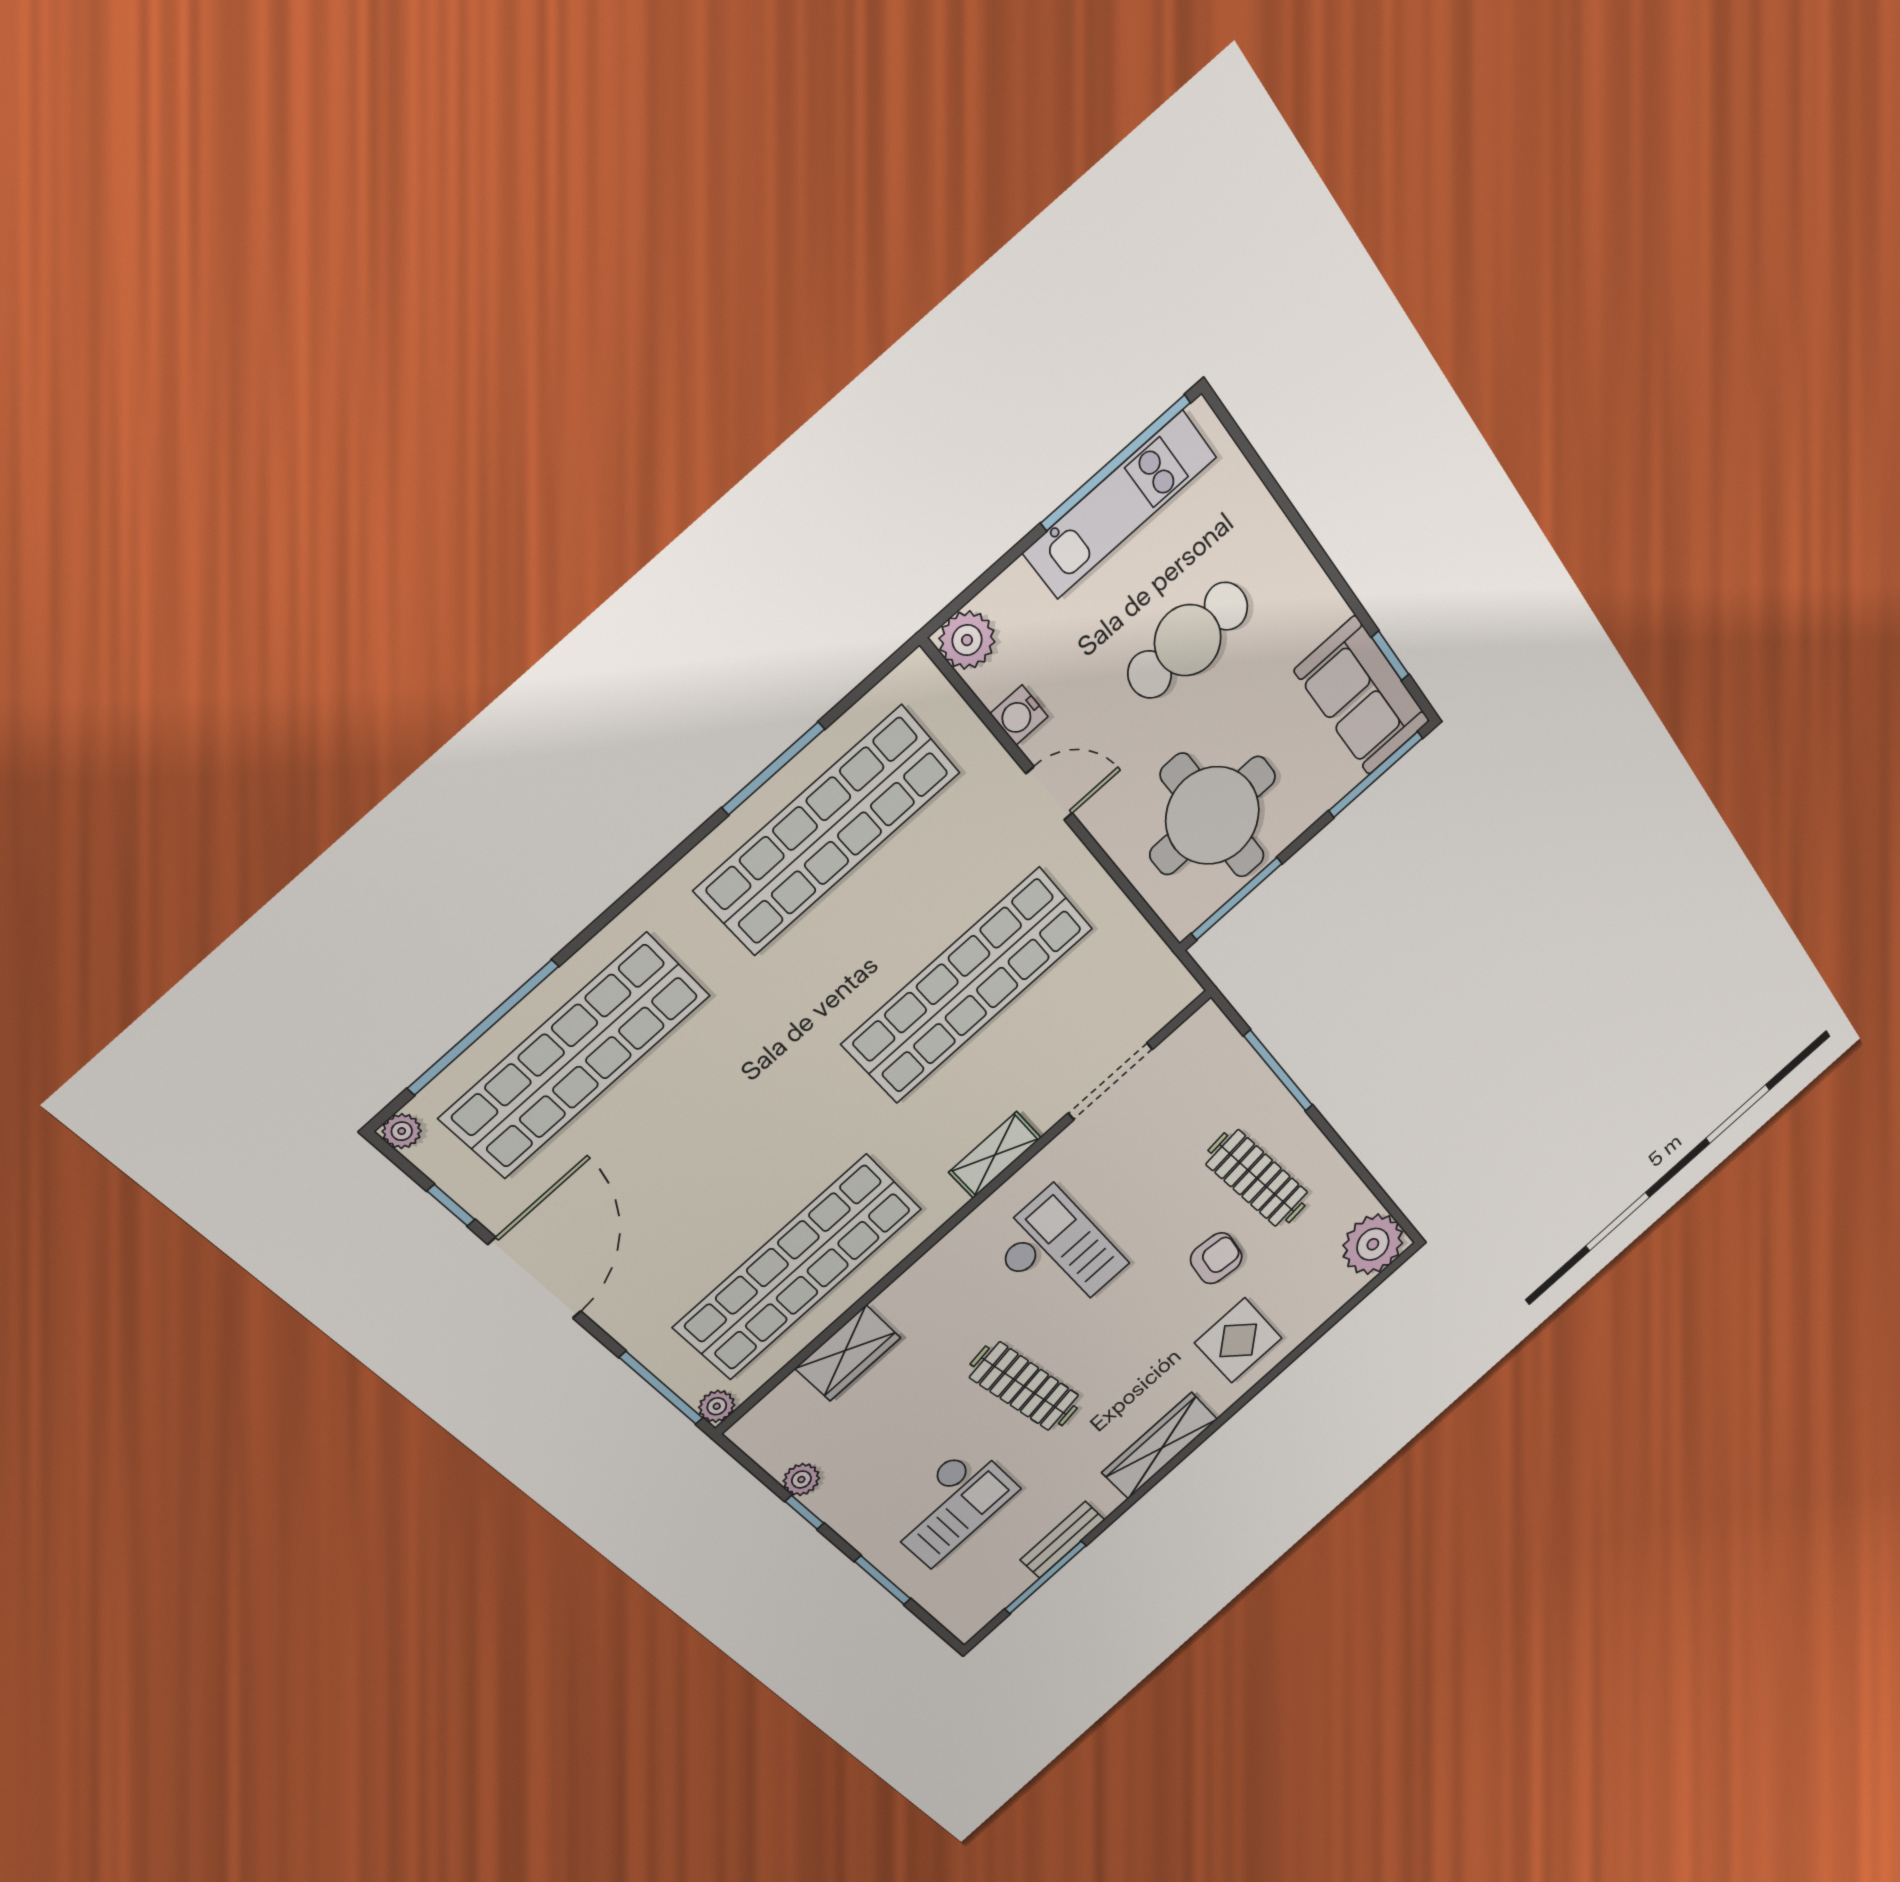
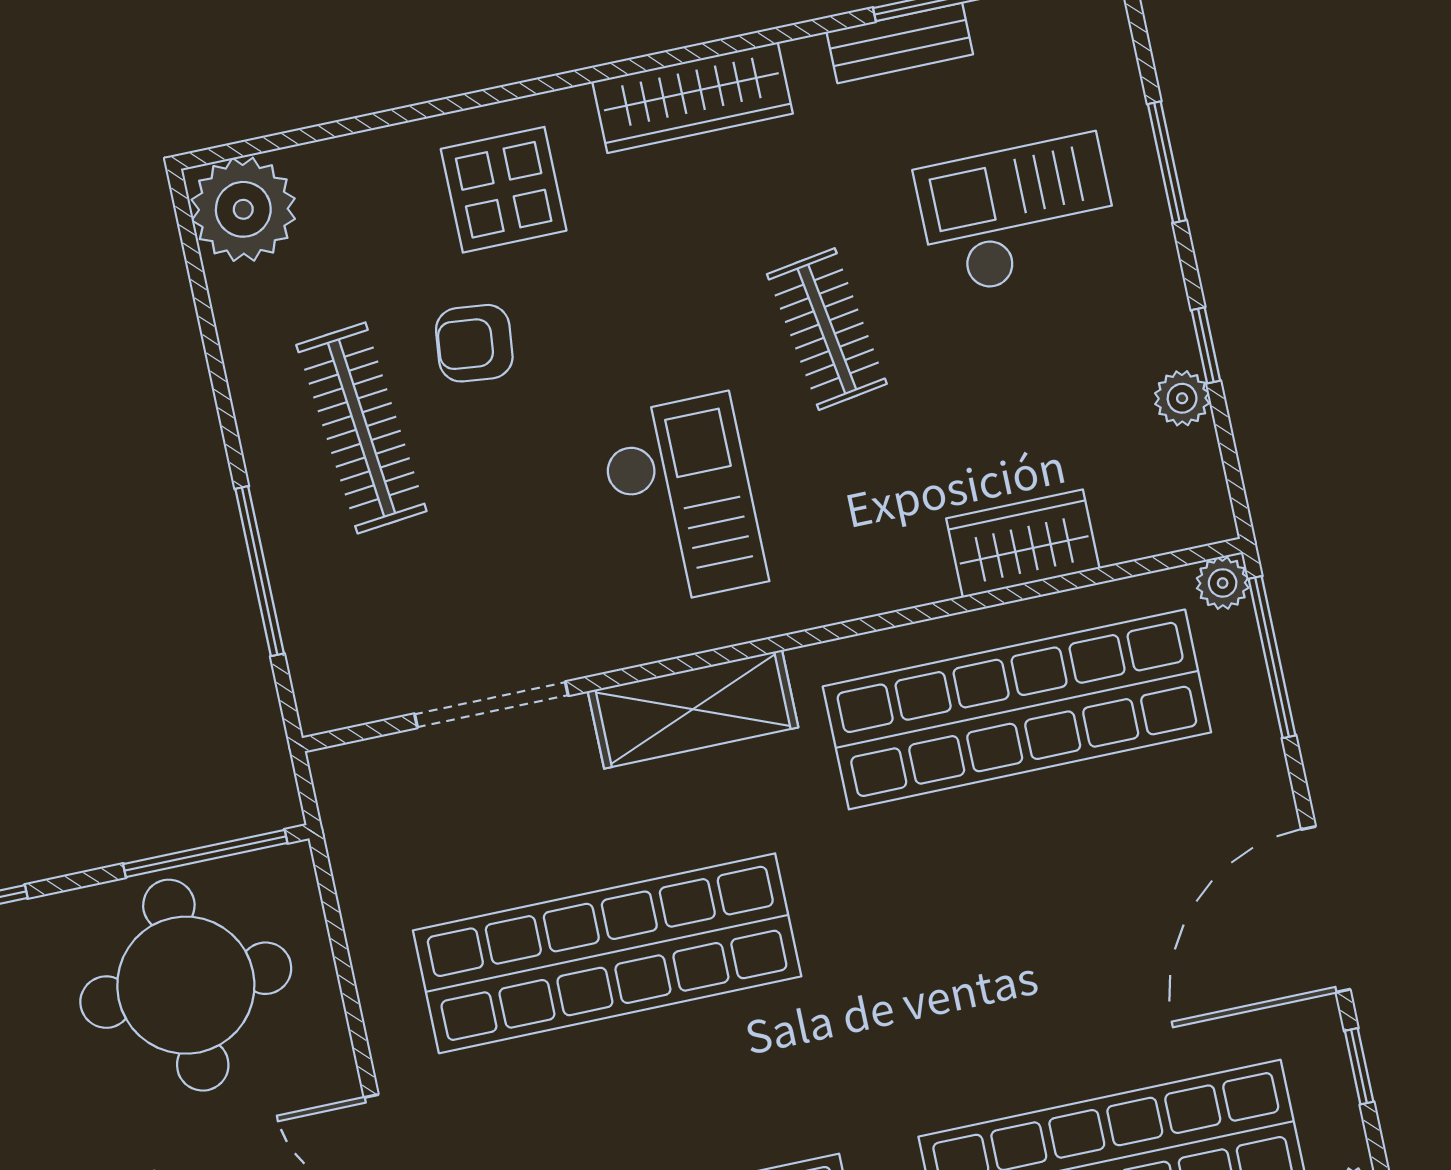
shelving: (995, 1155) -> (693, 709), width x1.50, depth x1.33
checkout: (1058, 1254) -> (682, 500), turned 180
clothes rail: (1024, 1386) -> (827, 329), width x0.73

